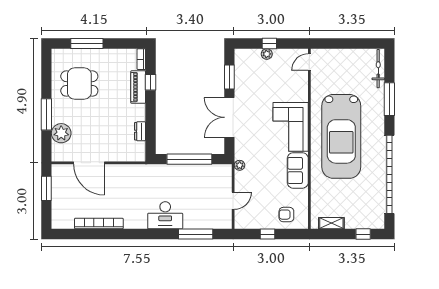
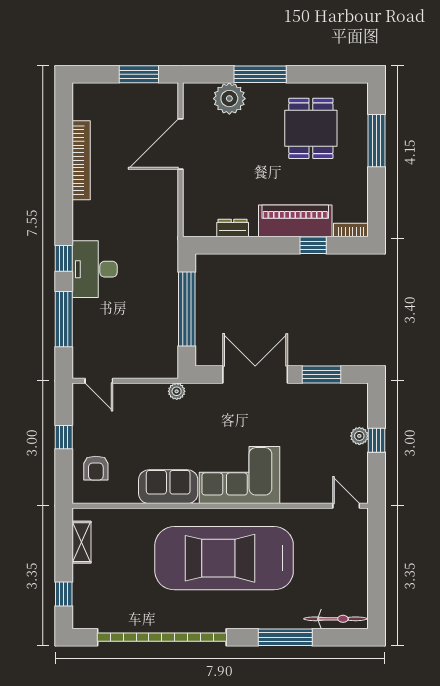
piano: (138, 87) -> (295, 221), width x1.37, depth x1.33
door: (233, 201) -> (99, 381), moved
armchair: (286, 215) -> (96, 468), turned 180
window: (159, 234) -> (64, 258), added

